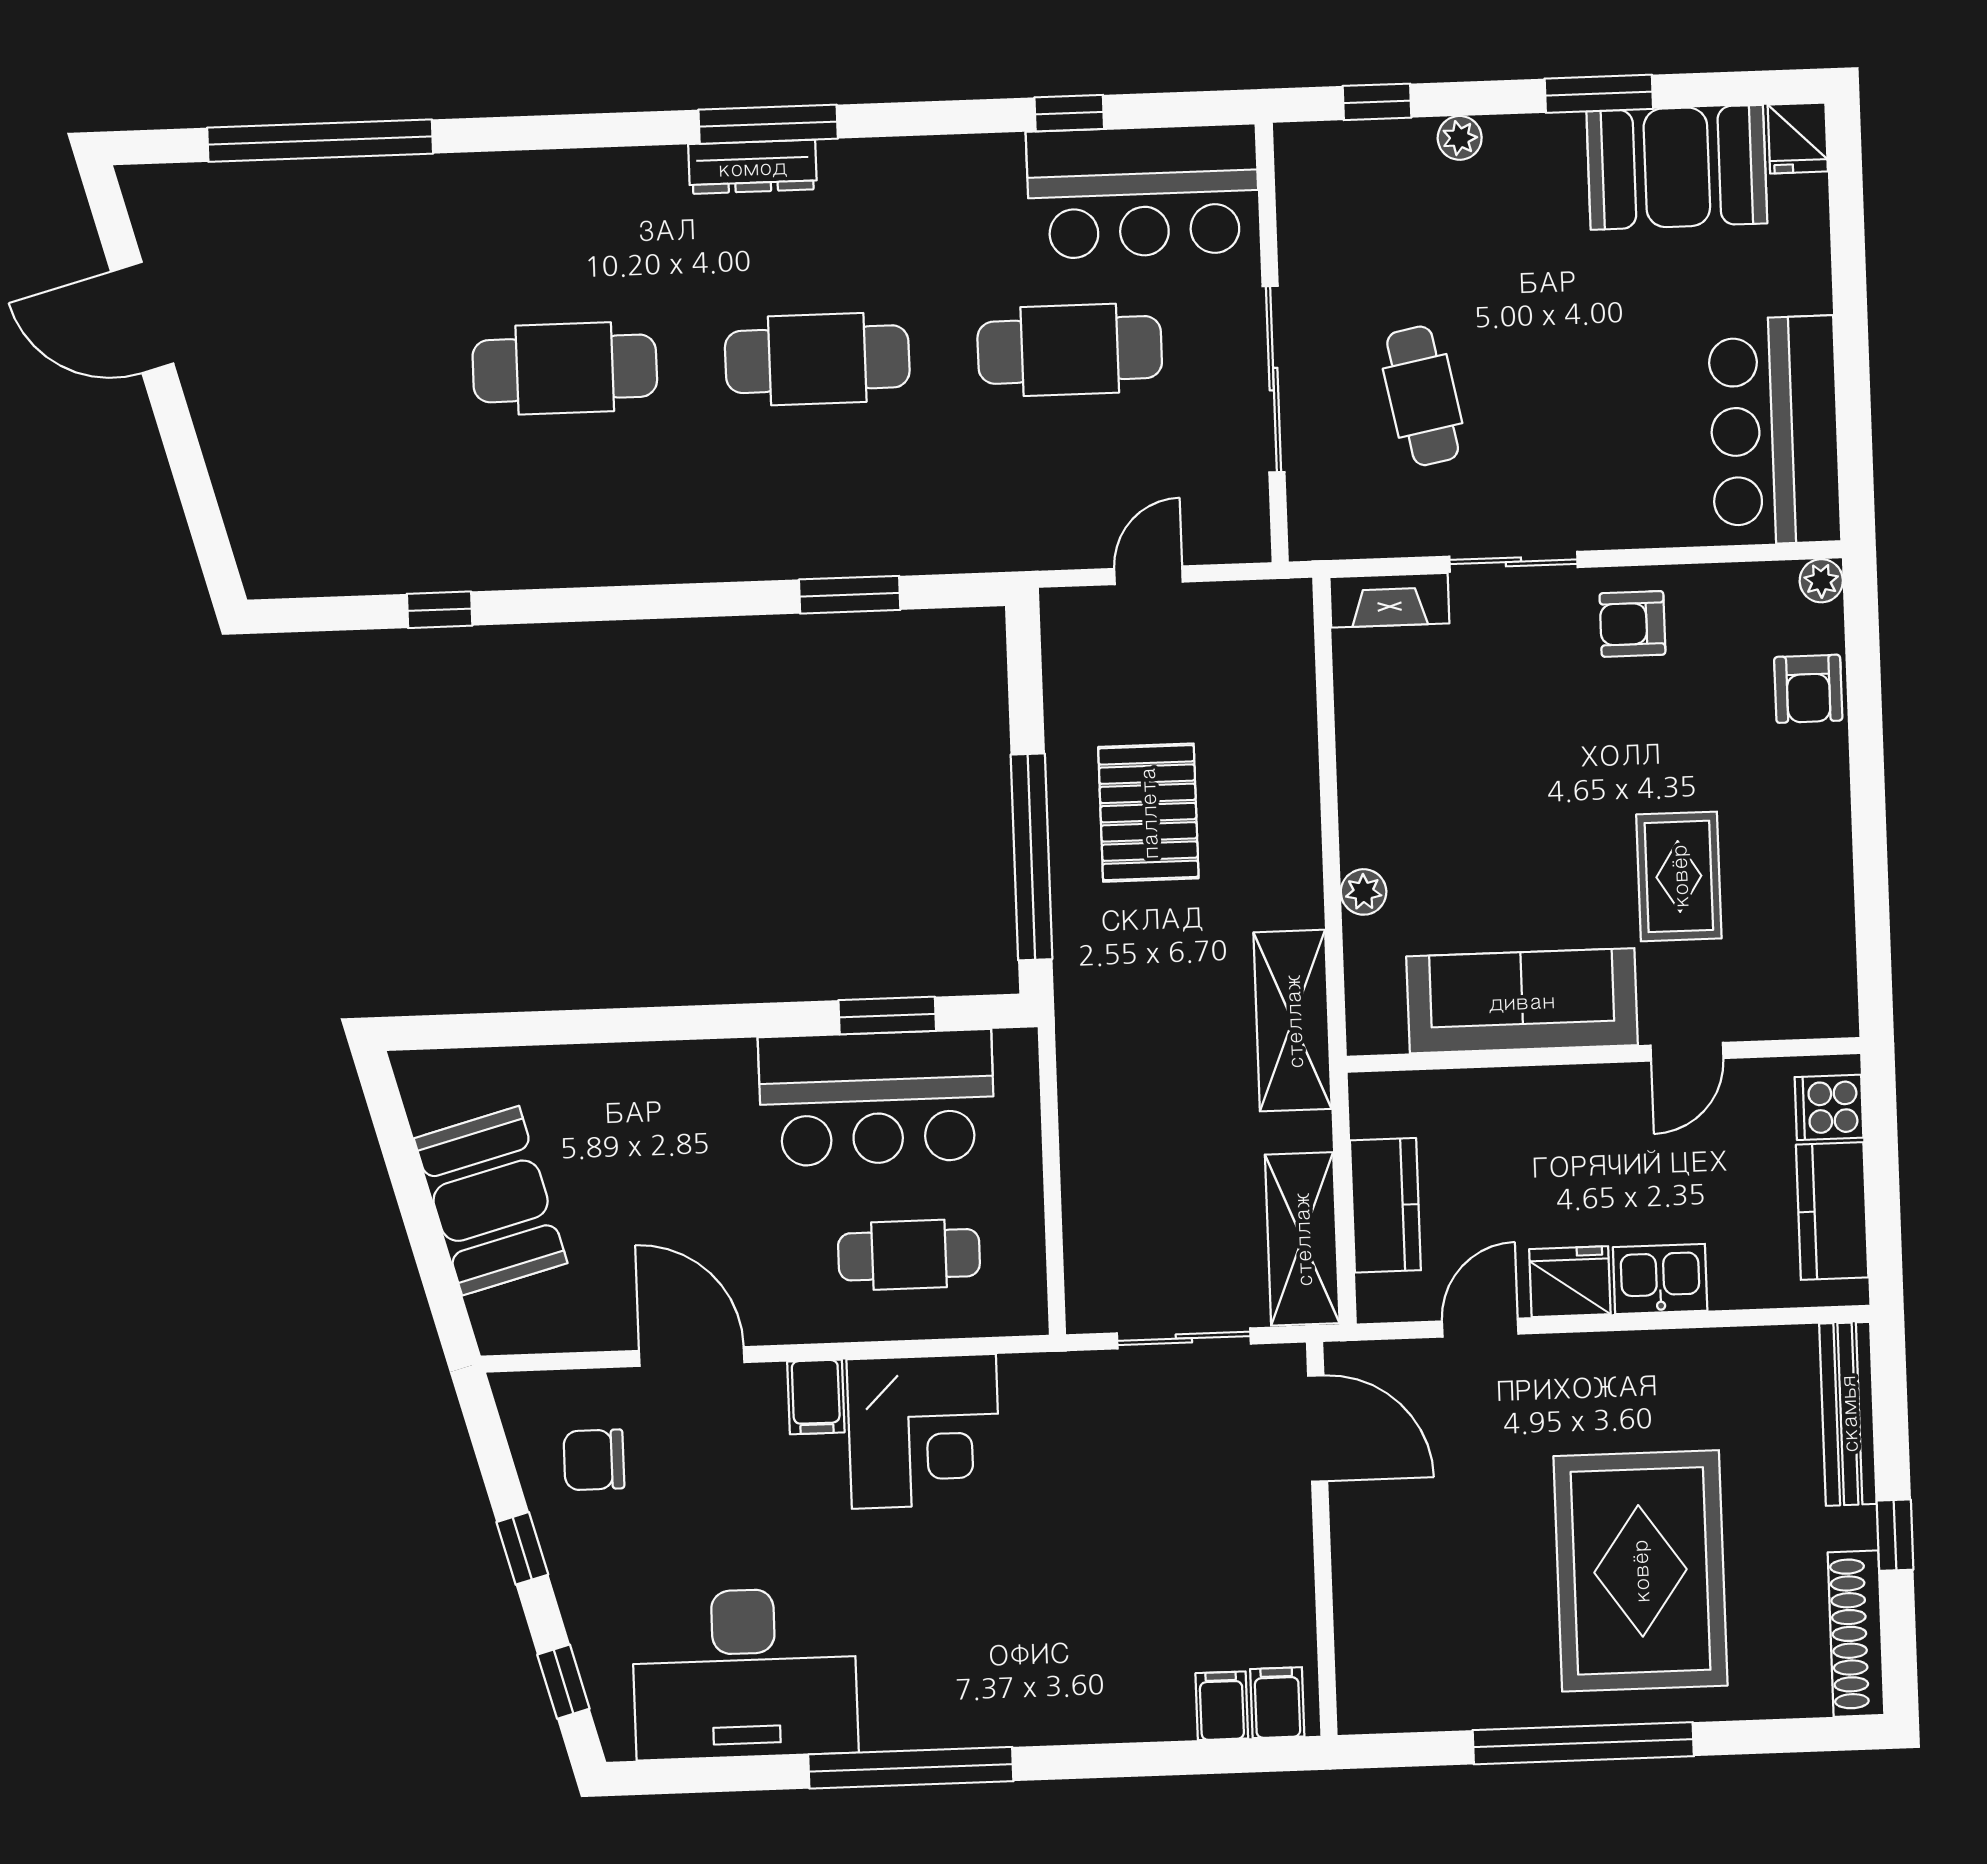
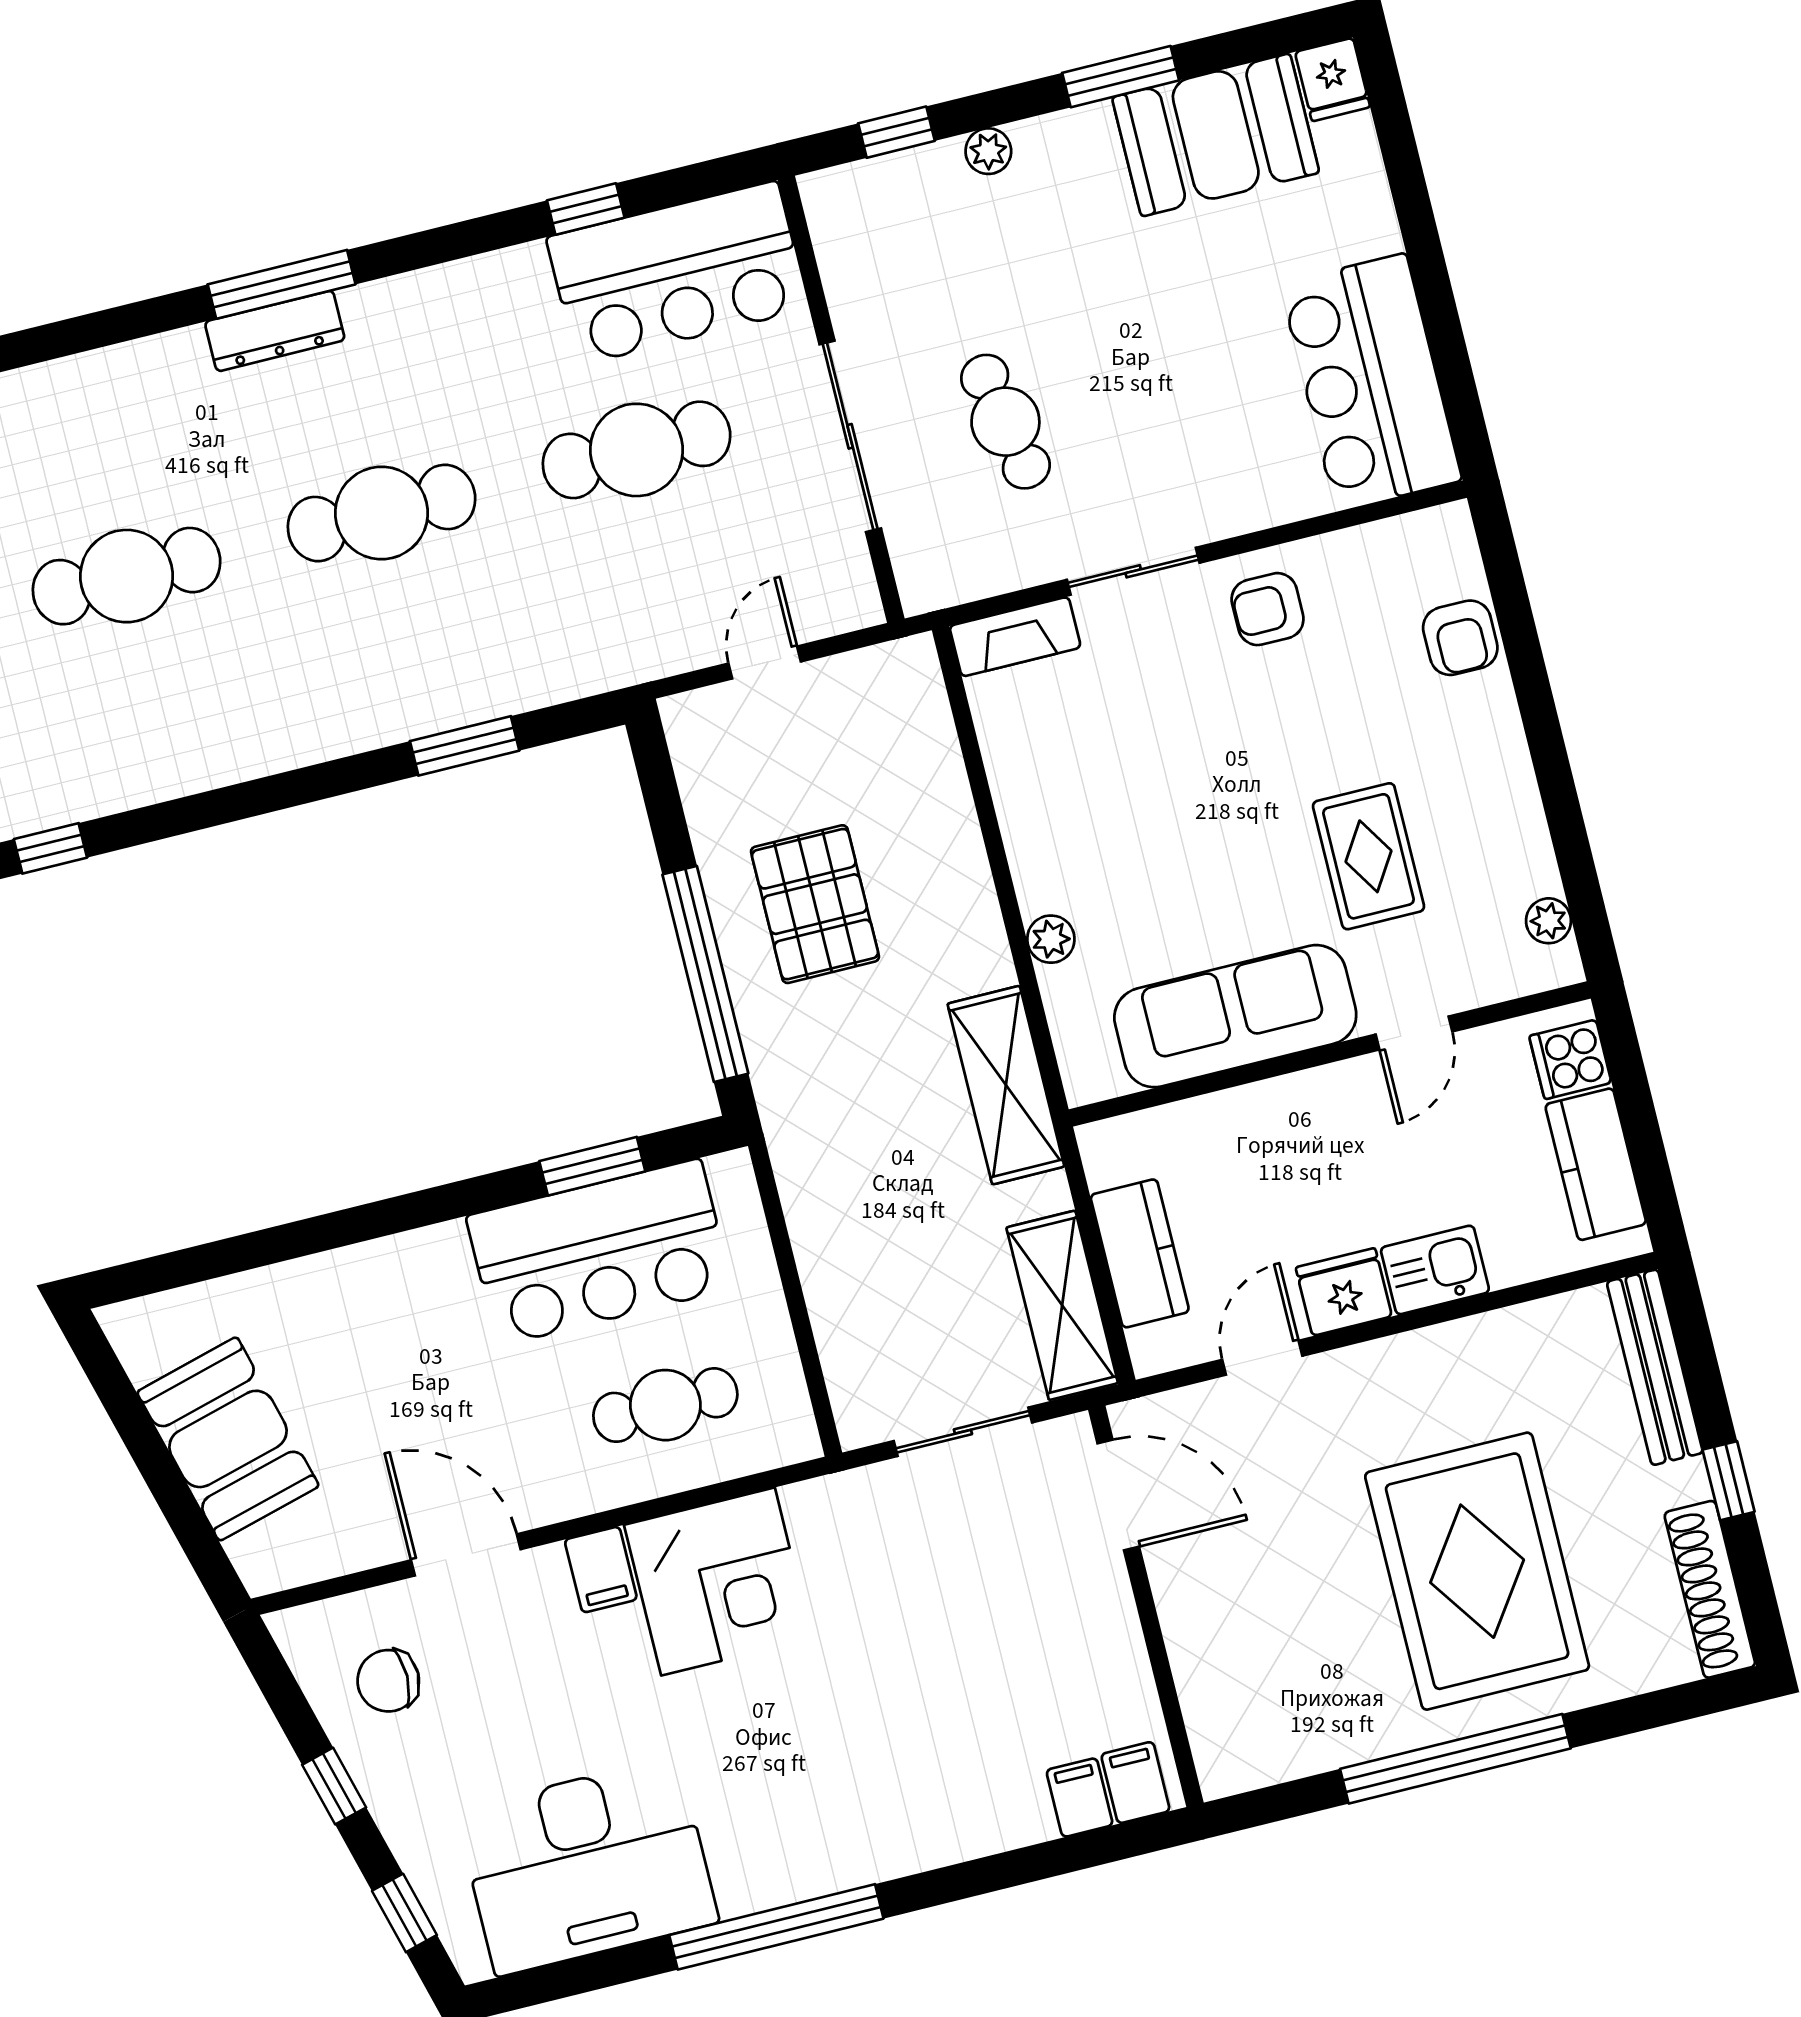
plant: (1821, 581) -> (1548, 921), moved

